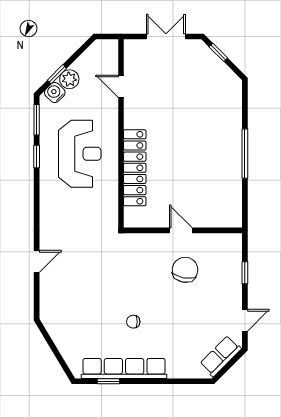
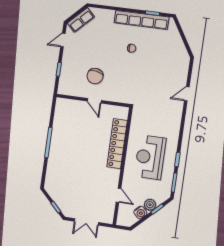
water cooler: (55, 93) -> (140, 212), moved

